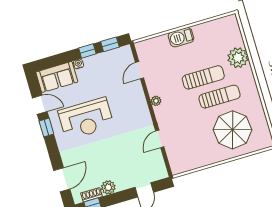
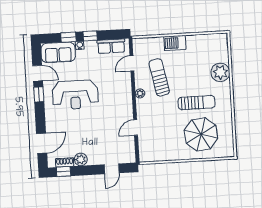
window: (110, 44) -> (68, 37), moved
row of seats: (113, 57) -> (111, 46), added
sun lounger: (203, 77) -> (159, 77), moved, turned -101

